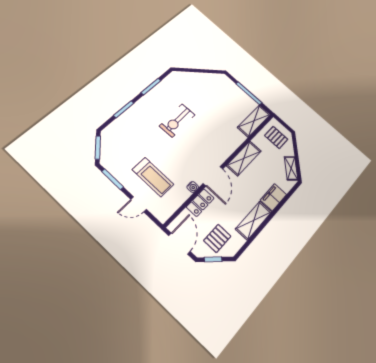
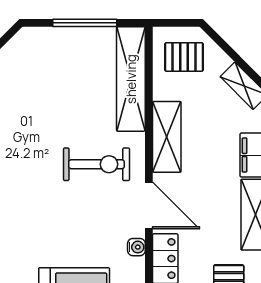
exercise bike: (177, 120) -> (97, 164), moved, turned -88
shelving: (254, 121) -> (131, 79), width x1.47

